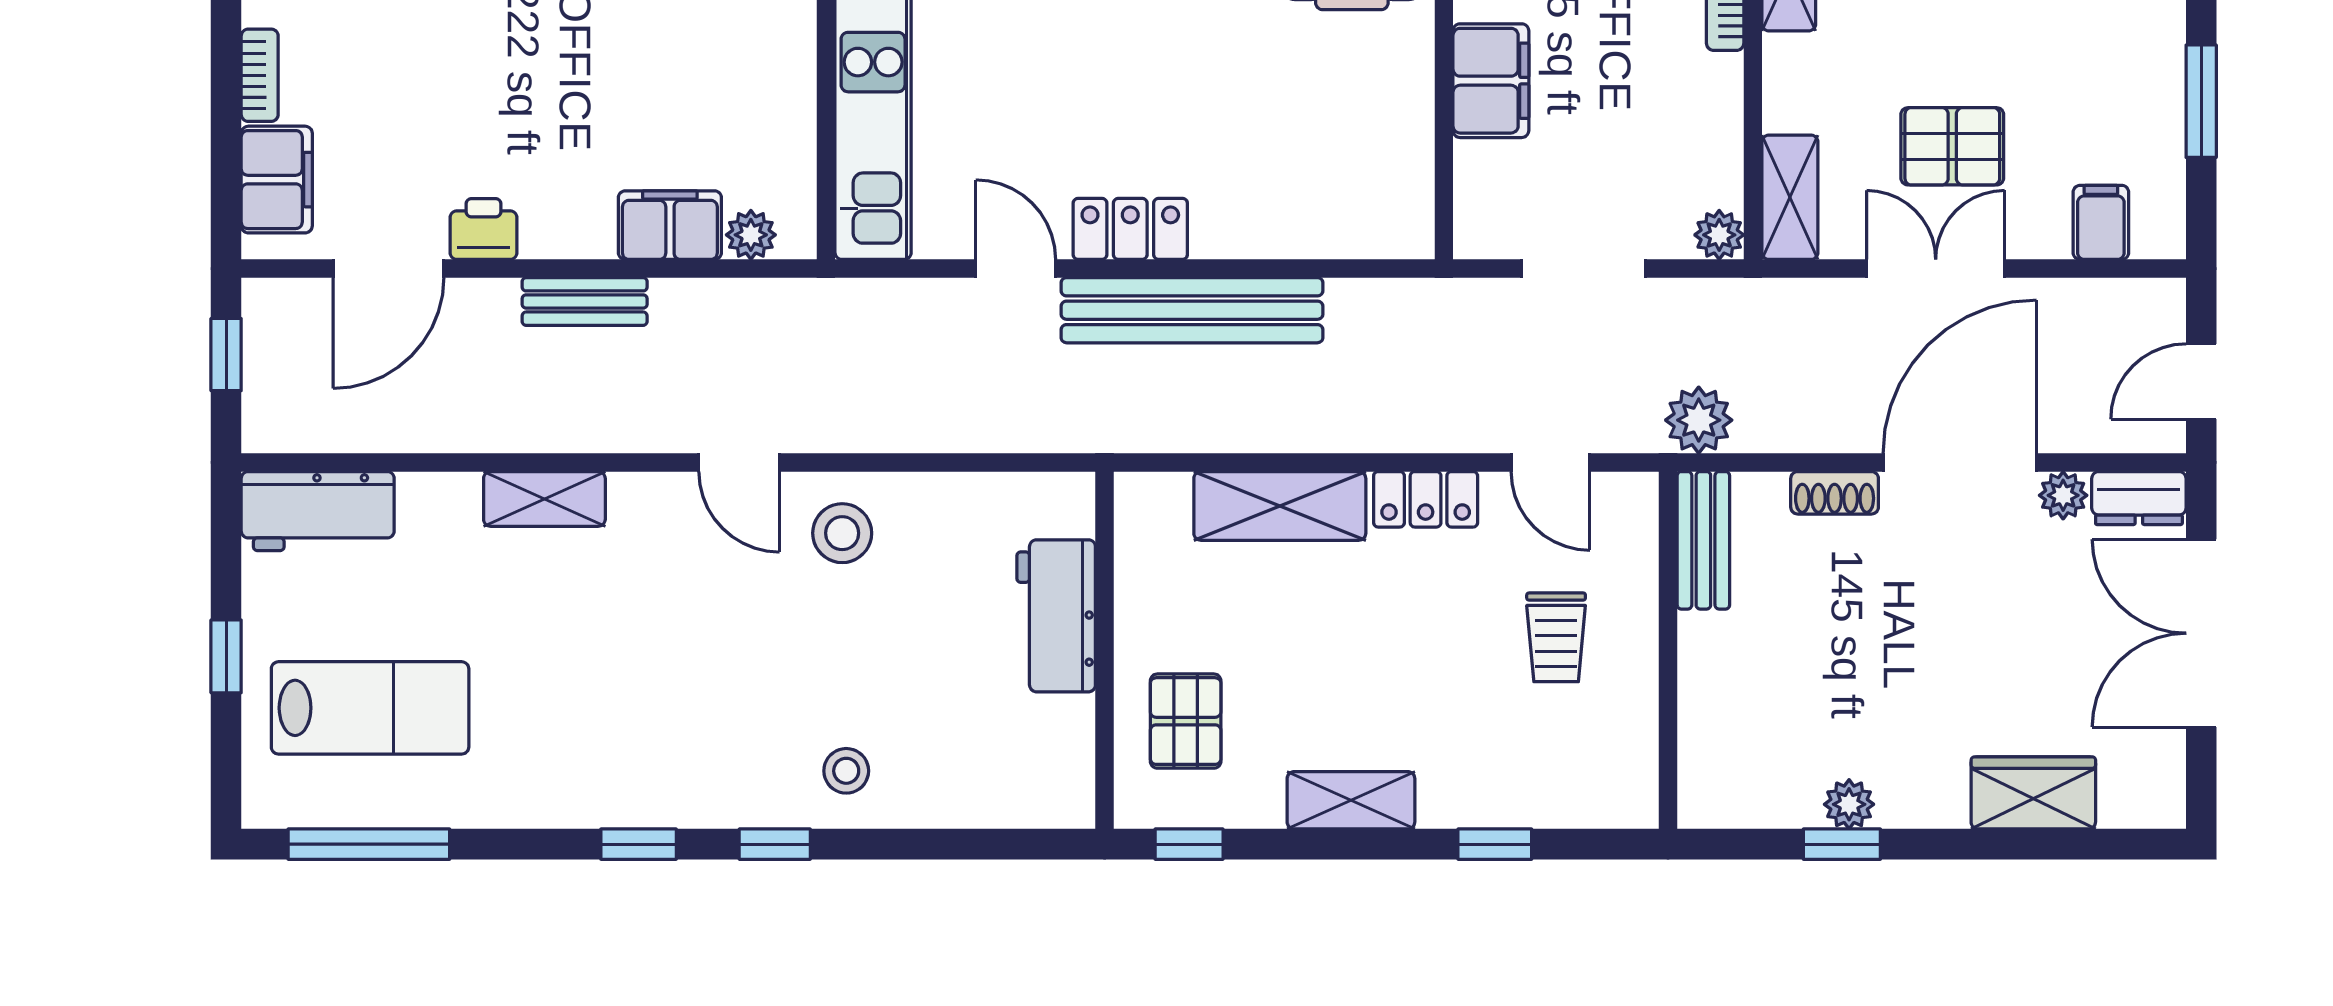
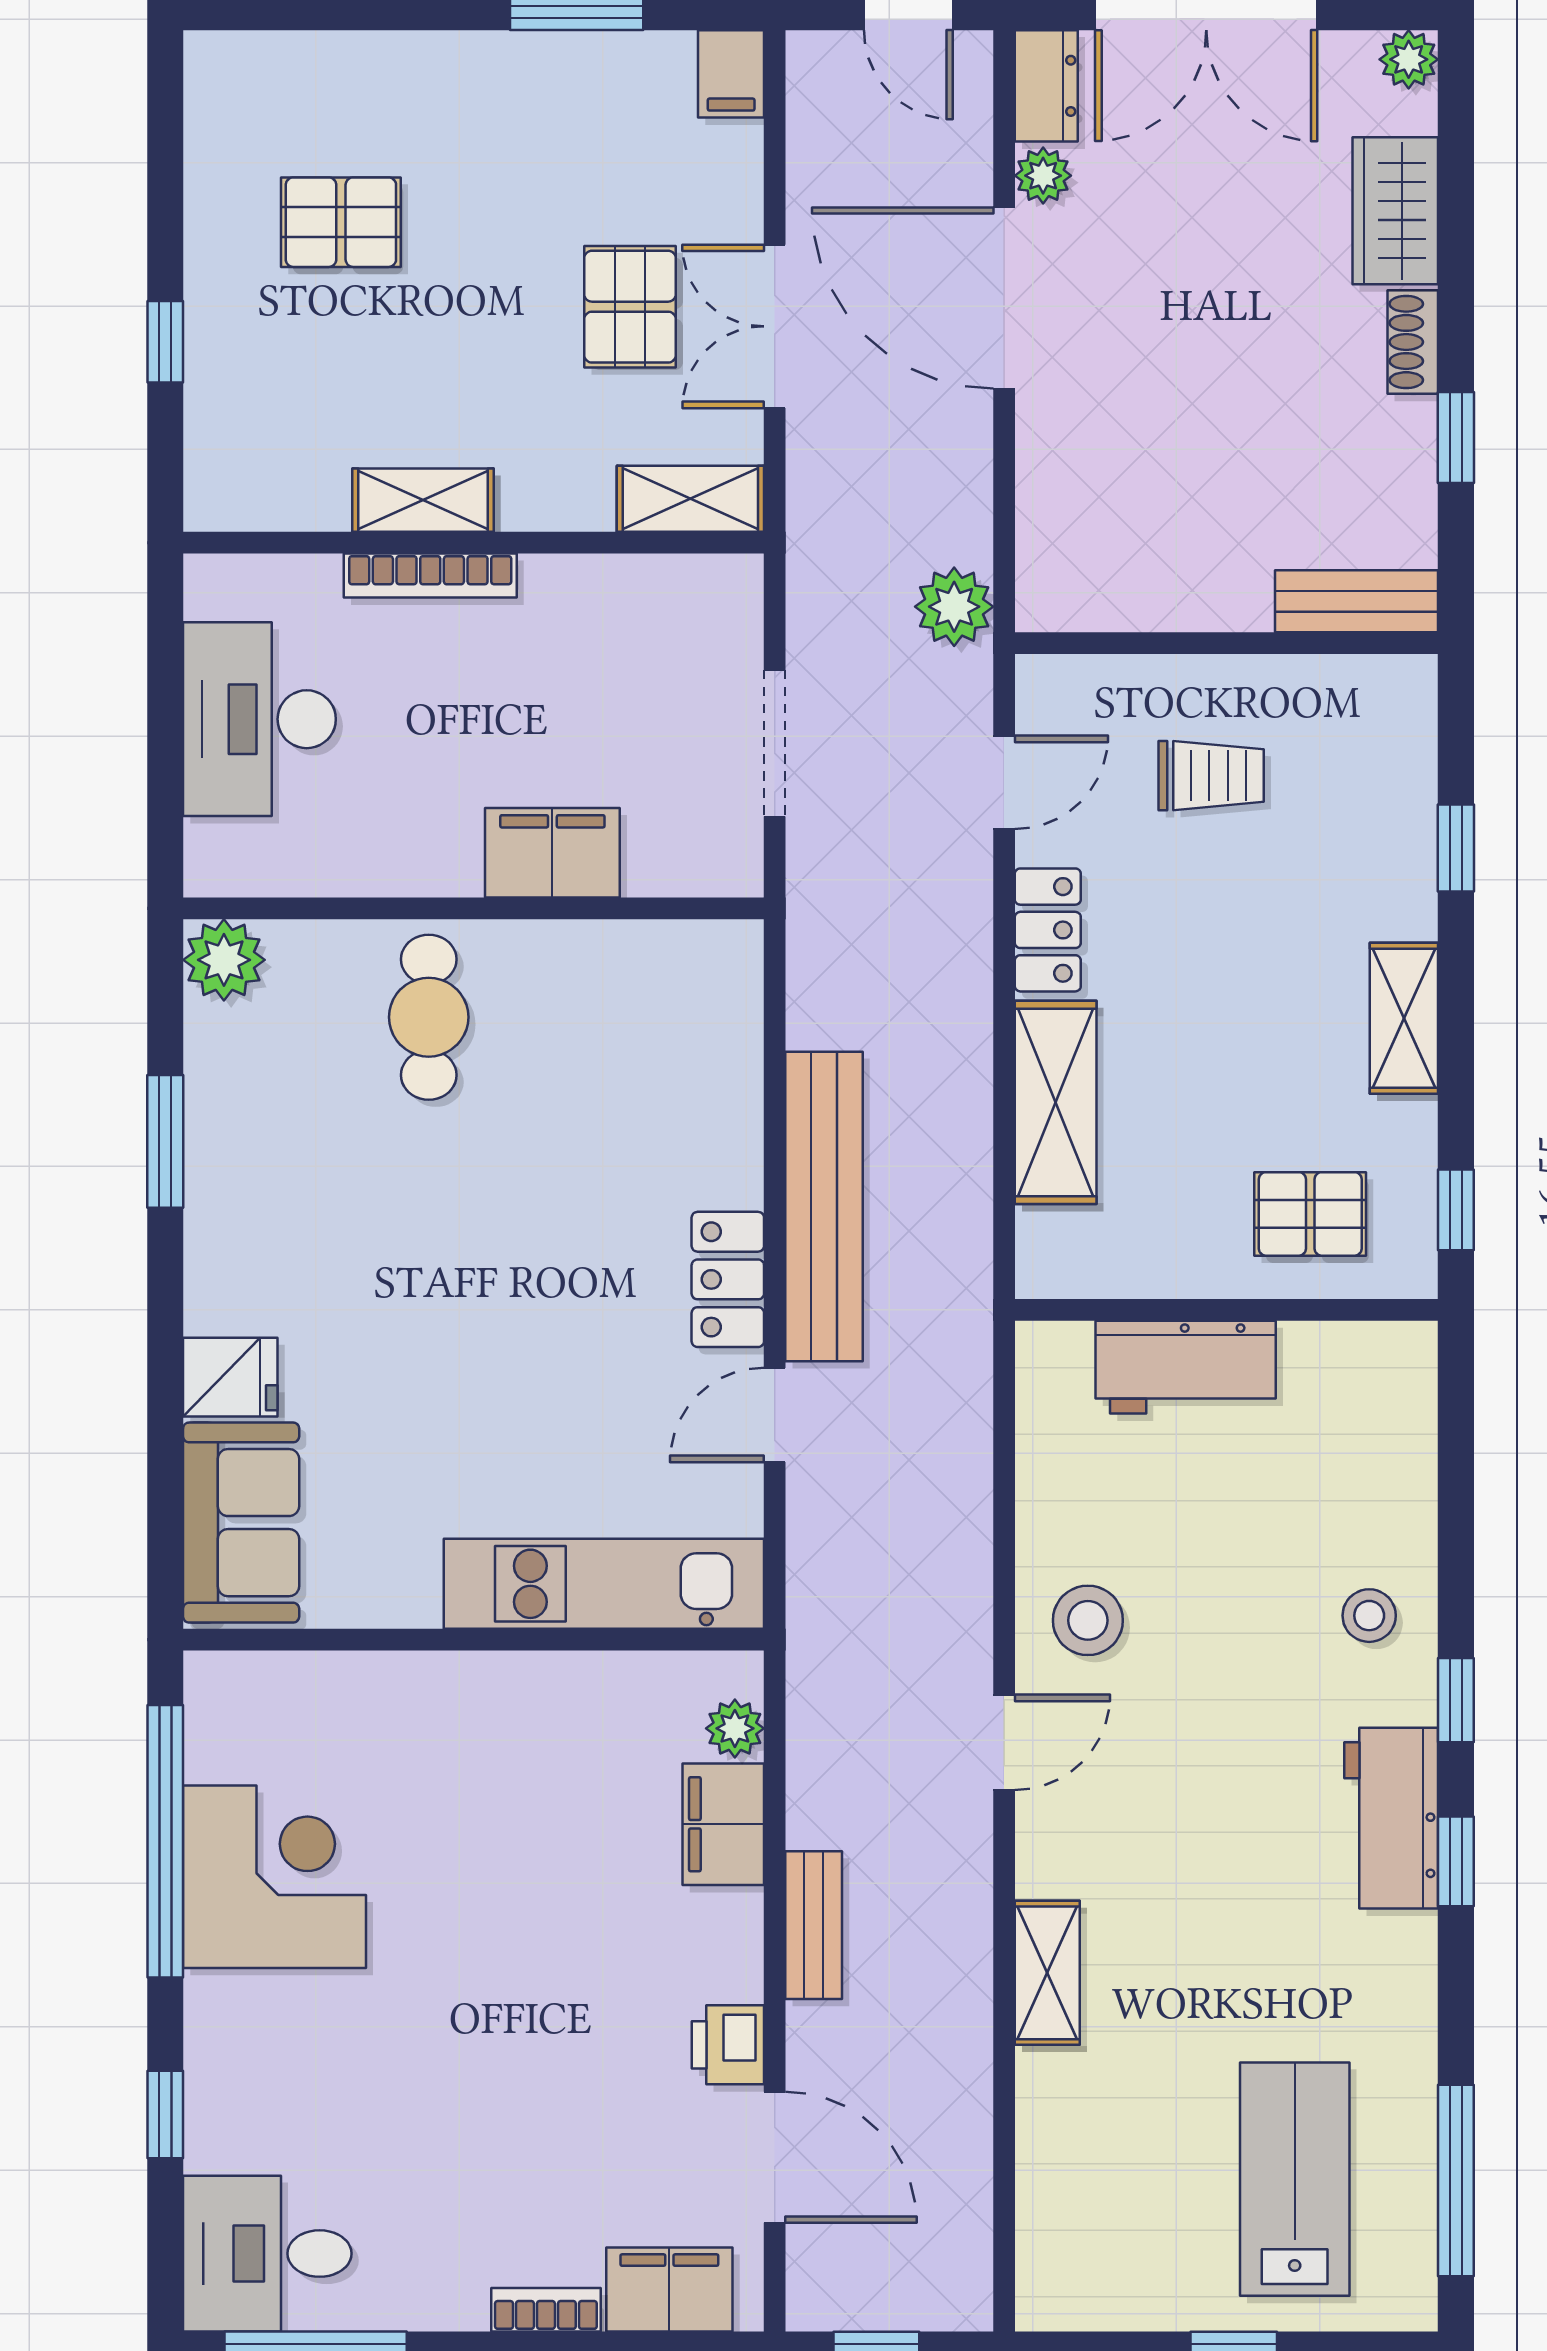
filing cabinet: (2101, 222) -> (731, 74), moved, turned -90
plant: (1719, 235) -> (735, 582), removed
shoe rack: (1835, 493) -> (1413, 342), moved, turned 180
workbench: (318, 511) -> (1391, 1818), moved, turned 180
bench: (1703, 540) -> (1357, 601), moved
plant: (1849, 804) -> (1409, 59), moved

